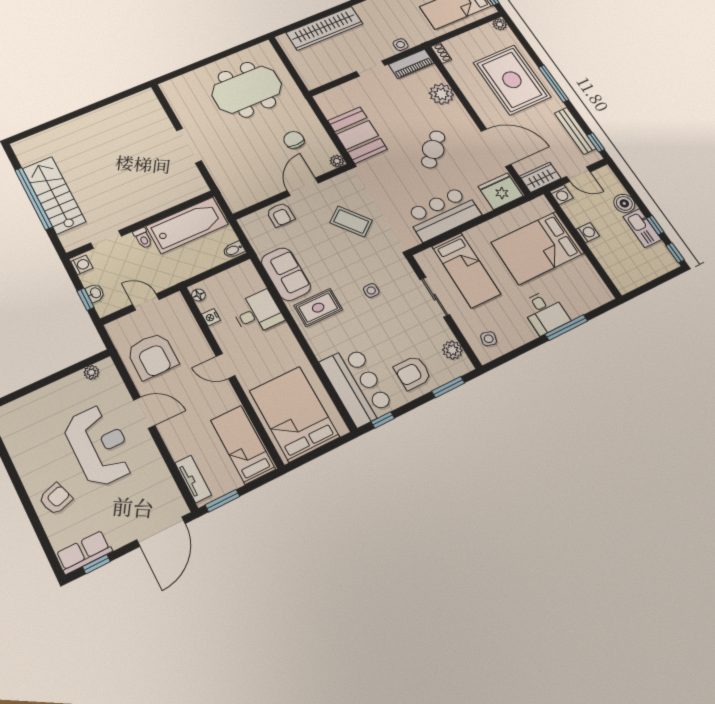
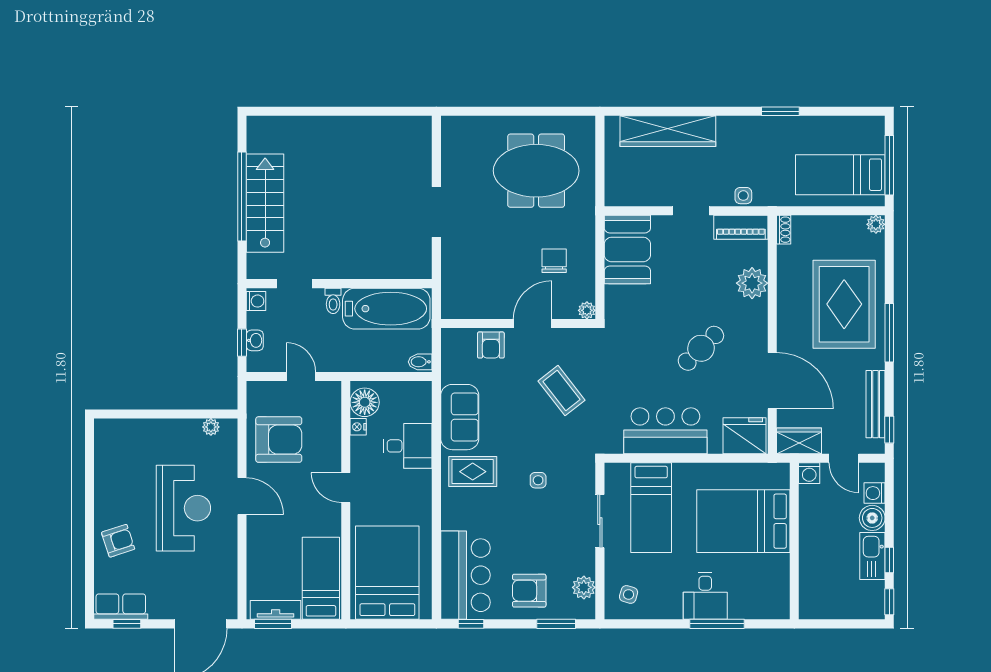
booth: (357, 135) -> (627, 249), moved
washing machine: (588, 233) -> (875, 493), moved, turned 180
floor lamp: (198, 295) -> (365, 402), width x1.89, depth x1.89
armchair: (152, 356) -> (279, 440), turned -90
tv unit: (193, 479) -> (276, 610), moved, turned -90

